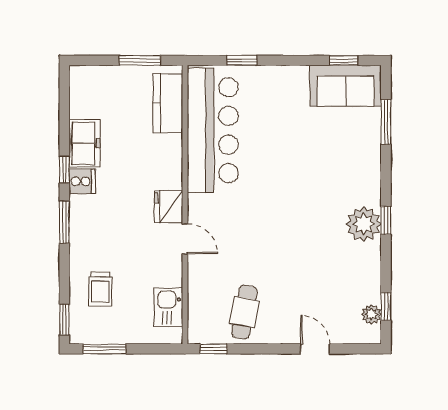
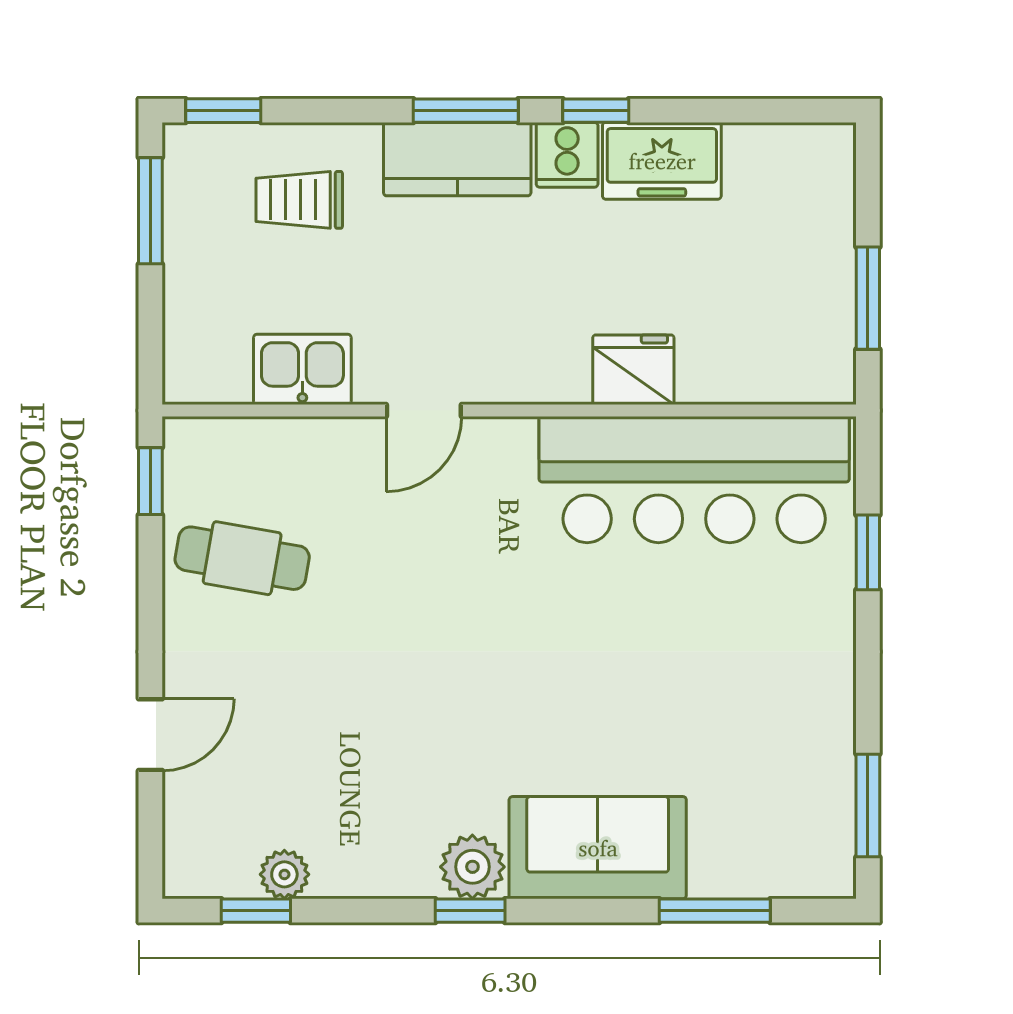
window: (344, 60) -> (868, 805), width x1.50
sofa: (346, 86) -> (598, 848), moved, turned 90
kitchen counter: (168, 103) -> (457, 159), moved, turned 180
fridge: (169, 207) -> (633, 370), moved
plant: (364, 224) -> (472, 867), width x0.73, depth x0.73
kitchen sink: (168, 307) -> (302, 369), moved
plant: (371, 314) -> (284, 874), moved

